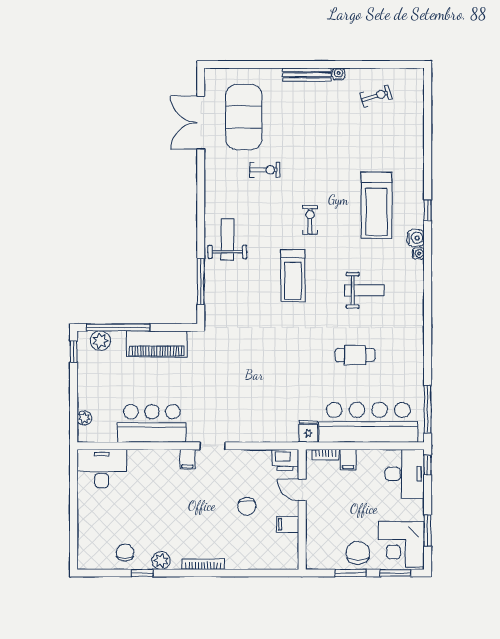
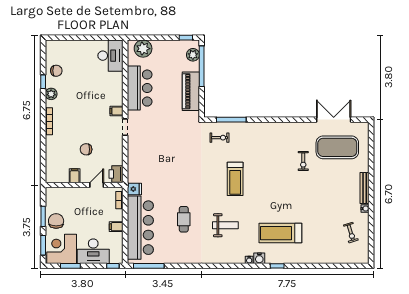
exercise bike: (310, 220) -> (219, 138), moved
weight bench: (227, 239) -> (258, 137), removed
treadmill: (293, 275) -> (235, 179), turned -90
weight bench: (365, 290) -> (225, 225), turned -90
plant: (84, 418) -> (143, 49), width x1.87, depth x1.87
filing cabinet: (348, 460) -> (116, 227), moved
desk: (405, 474) -> (93, 251), moved
chair: (358, 553) -> (56, 221), turned -90

